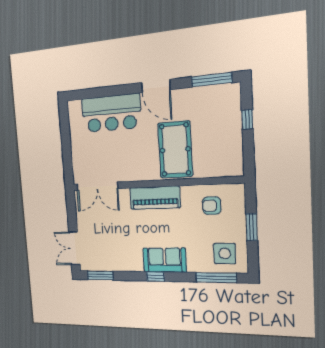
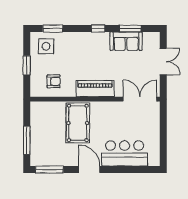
window: (247, 119) -> (27, 140), width x2.17
double door: (74, 248) -> (163, 61), moved
sofa: (165, 260) -> (126, 41), moved
window: (100, 276) -> (130, 29), moved
window: (216, 278) -> (53, 29), width x0.69

